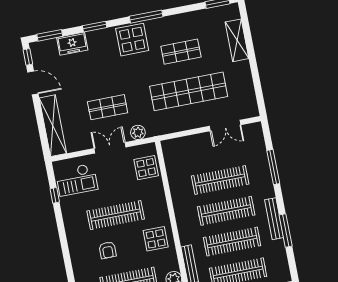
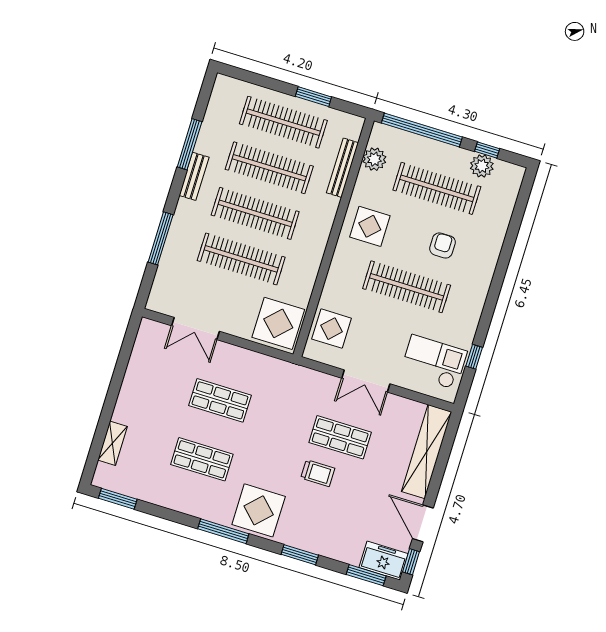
shelving: (237, 40) -> (113, 443), width x0.67, depth x0.75
freezer: (72, 44) -> (384, 561), moved
trolley: (109, 79) -> (318, 473), added
shop shelf: (189, 91) -> (220, 400), width x0.50, depth x0.74
double door: (225, 125) -> (195, 329), swing flipped
plant: (138, 132) -> (317, 382), removed
display table: (179, 154) -> (278, 323), added
bench: (274, 219) -> (194, 176), width x0.73

